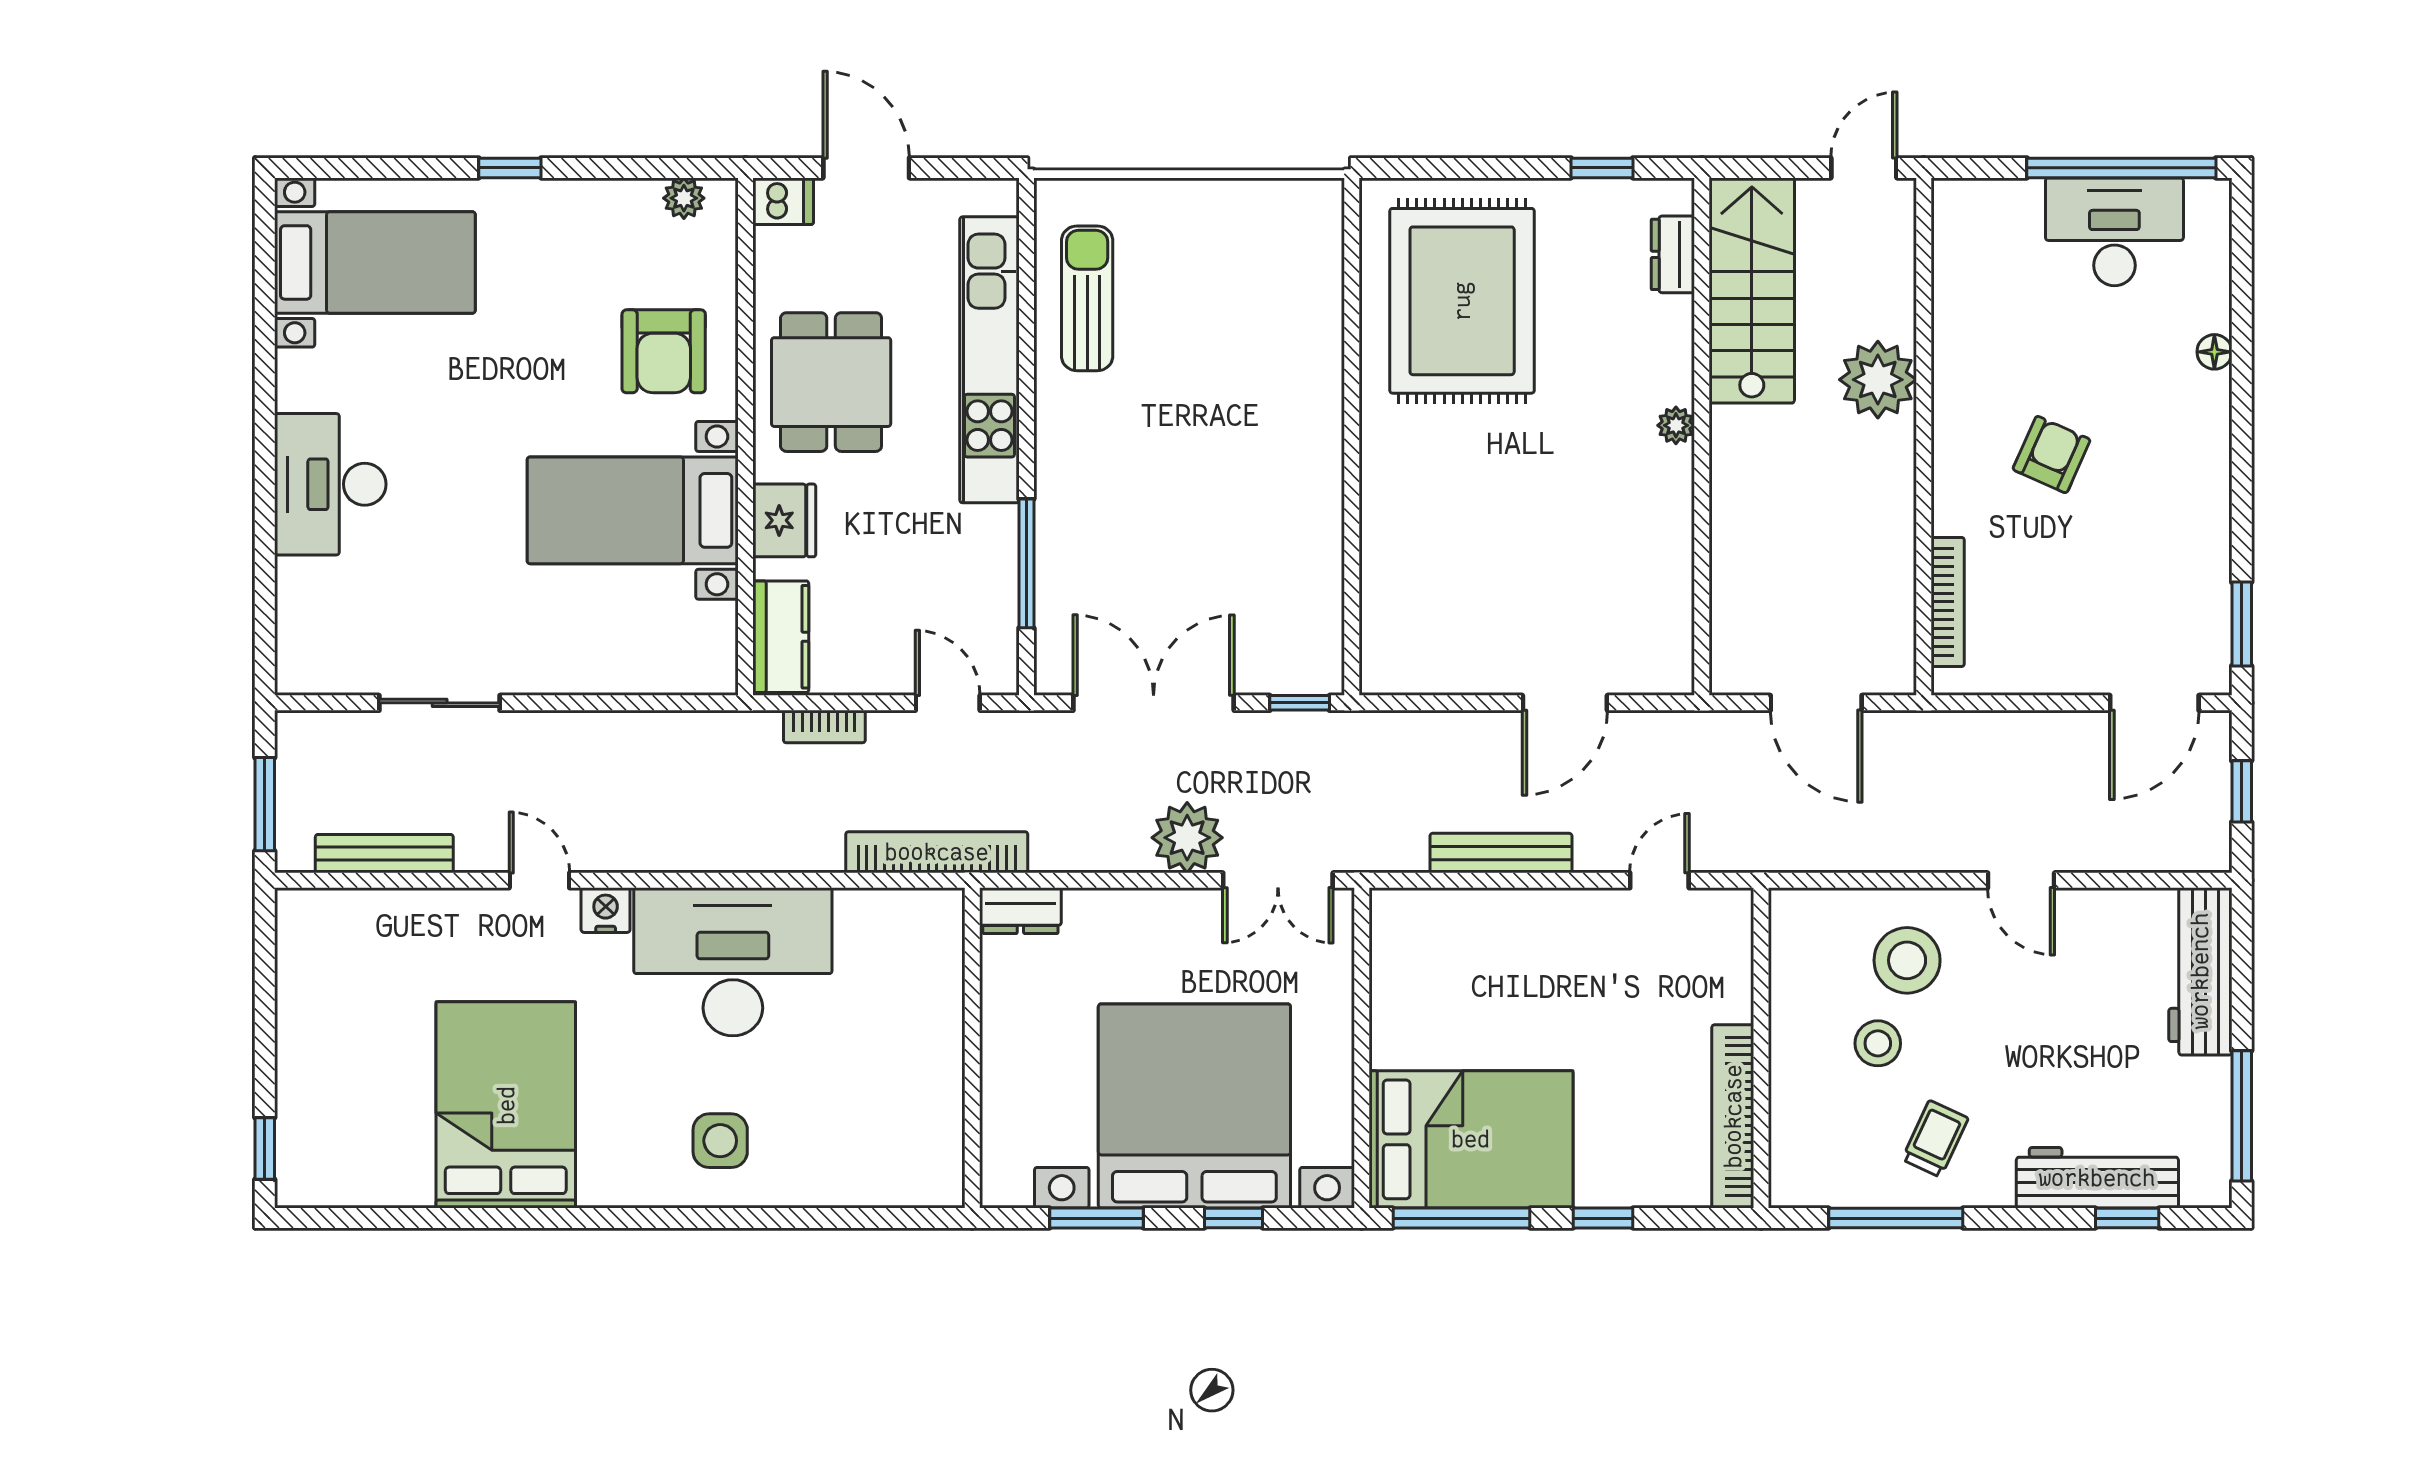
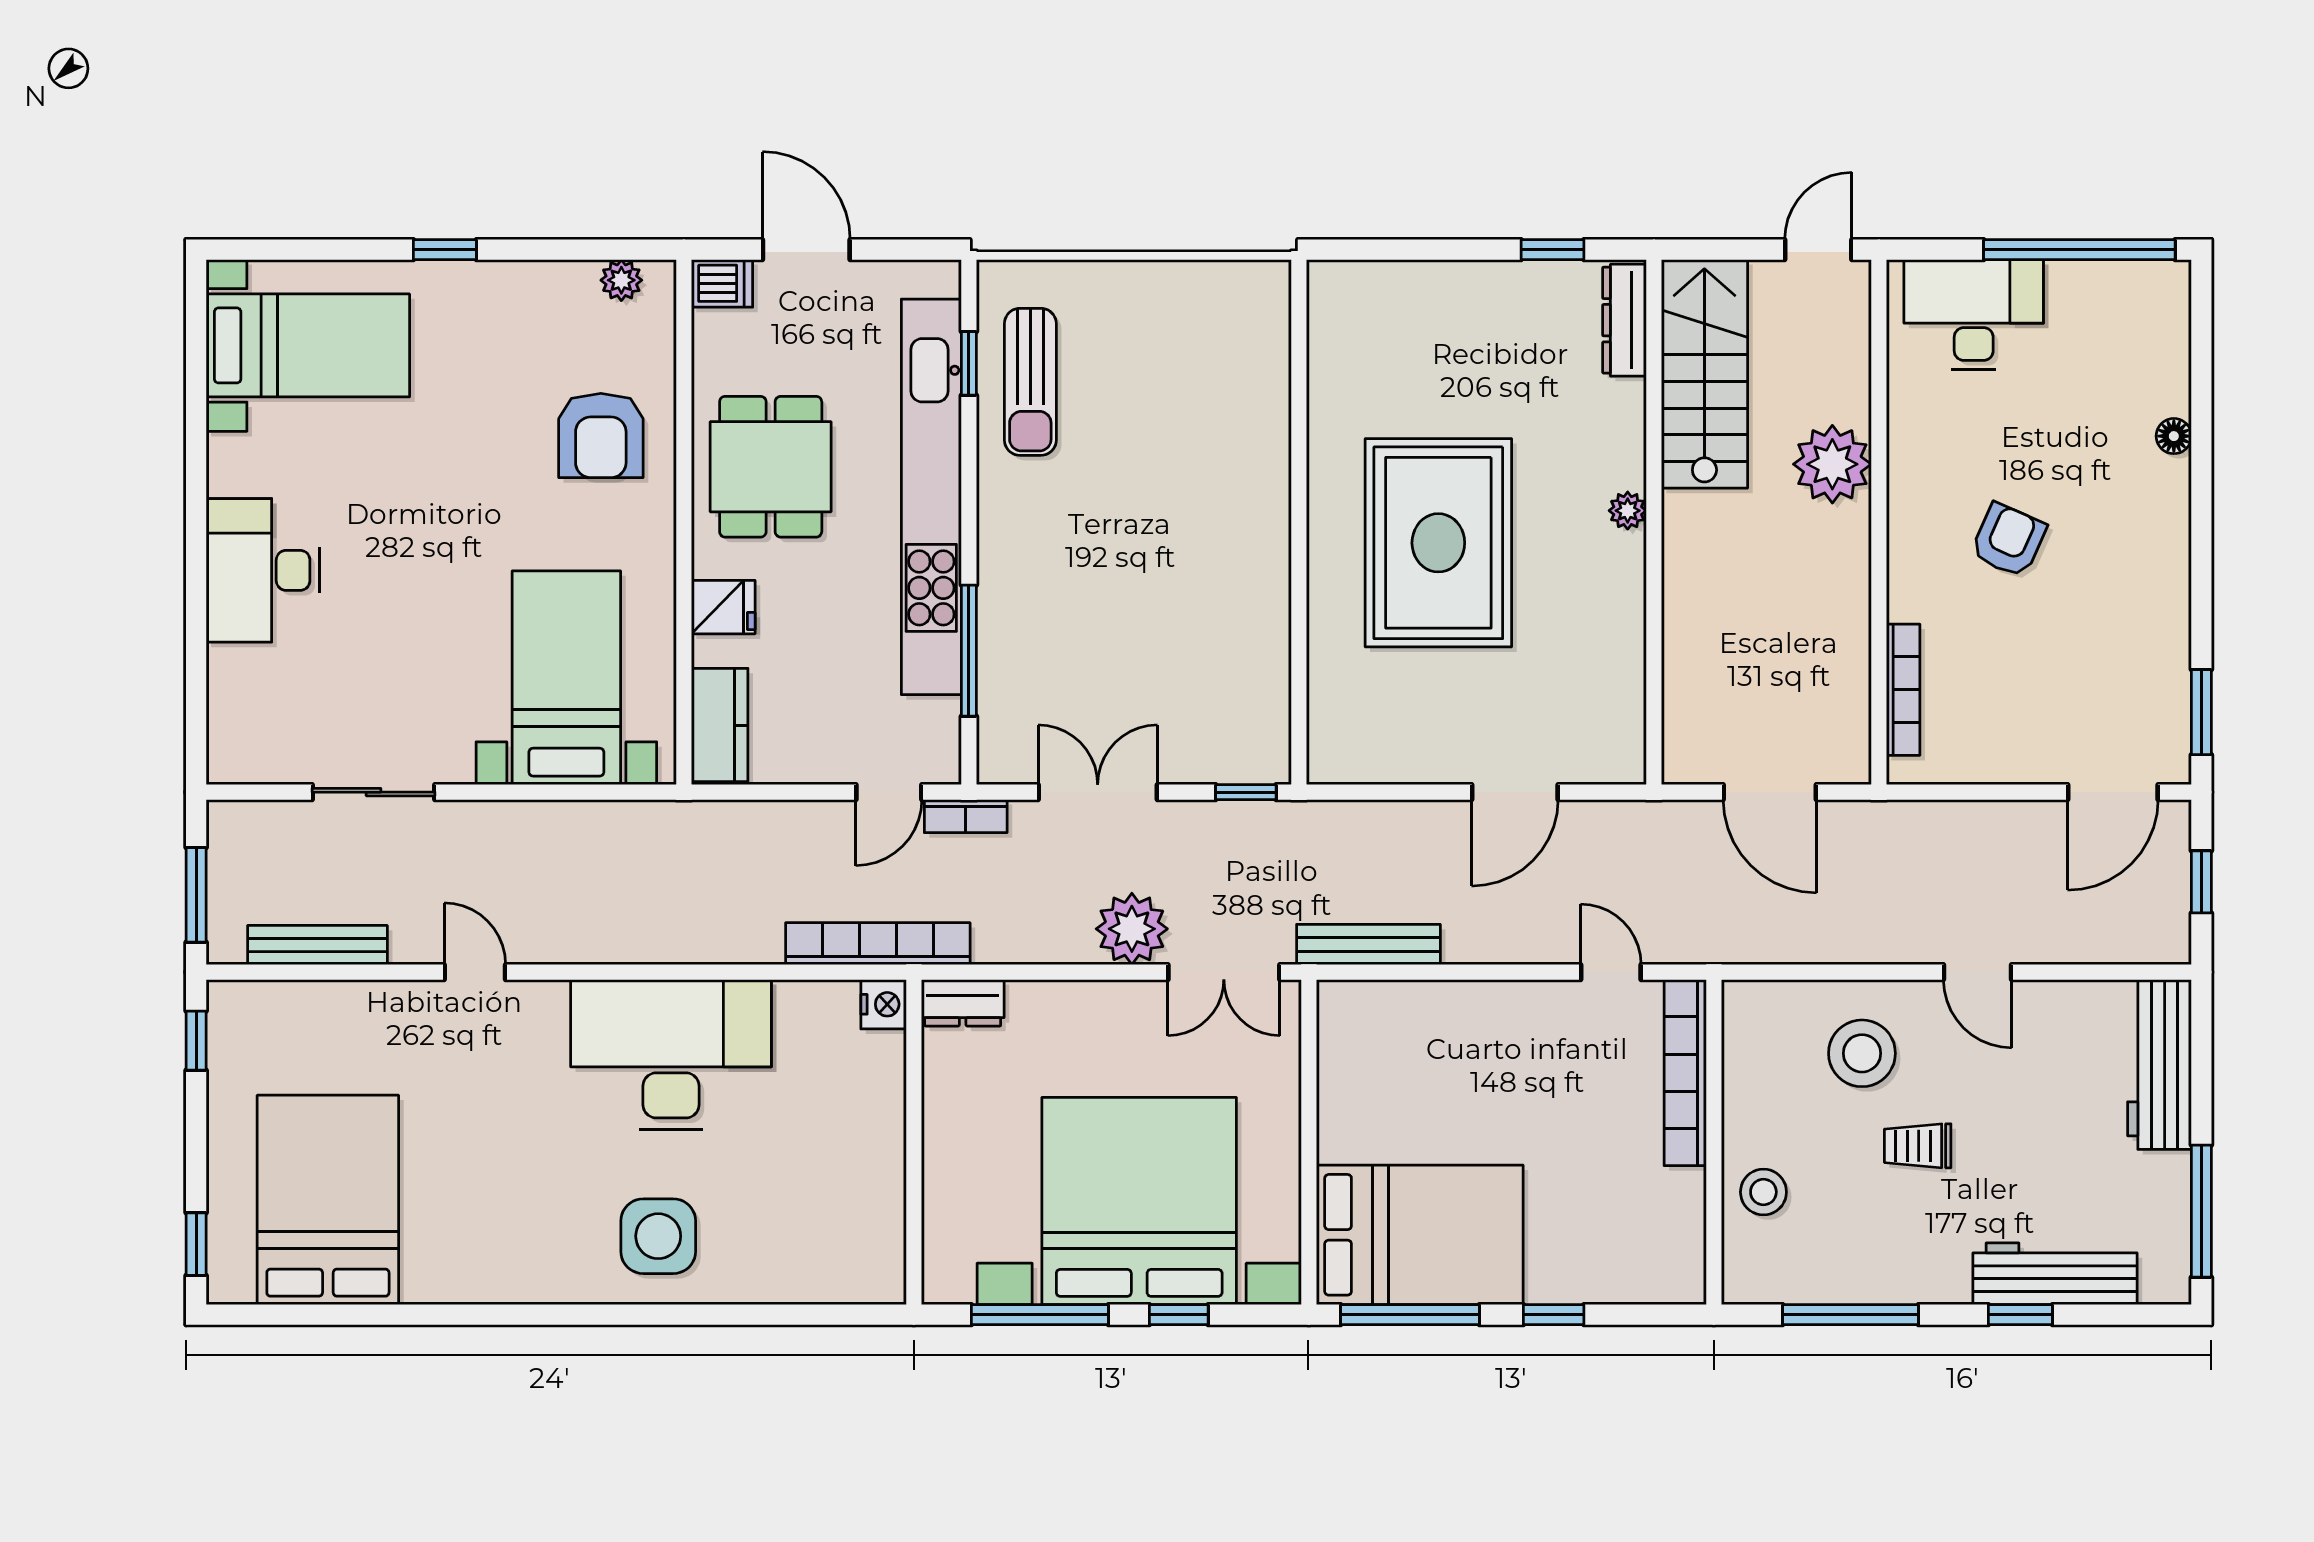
desk: (2114, 232) -> (1974, 314), moved
dresser: (1673, 254) -> (1624, 320), width x1.44
window: (1026, 280) -> (969, 363), added
sun lounger: (1087, 298) -> (1030, 382), turned 180
rug: (1462, 301) -> (1438, 543), moved
kitchen unit: (989, 360) -> (931, 497), width x1.36
bed with nightstands: (633, 510) -> (566, 678), moved, turned 90
fridge: (784, 520) -> (723, 607), width x0.72
door: (948, 703) -> (889, 792), swing flipped
double door: (1154, 703) -> (1098, 792), width x0.73
bookcase: (824, 727) -> (966, 816), moved
bench: (1501, 853) -> (1368, 944), moved
door: (1659, 880) -> (1611, 972), hinge flipped
nightstand: (606, 910) -> (884, 1004), moved, turned 90
window: (265, 948) -> (196, 1041), added
stool: (1878, 1043) -> (1763, 1192), moved
bed: (506, 1105) -> (328, 1200), moved
bookcase: (1733, 1116) -> (1685, 1073), moved
trolley: (1935, 1139) -> (1918, 1146), moved, turned -115
side table: (720, 1141) -> (658, 1236), width x1.37, depth x1.37
window: (1096, 1218) -> (1040, 1315), width x1.44
window: (2127, 1218) -> (2020, 1315), moved

